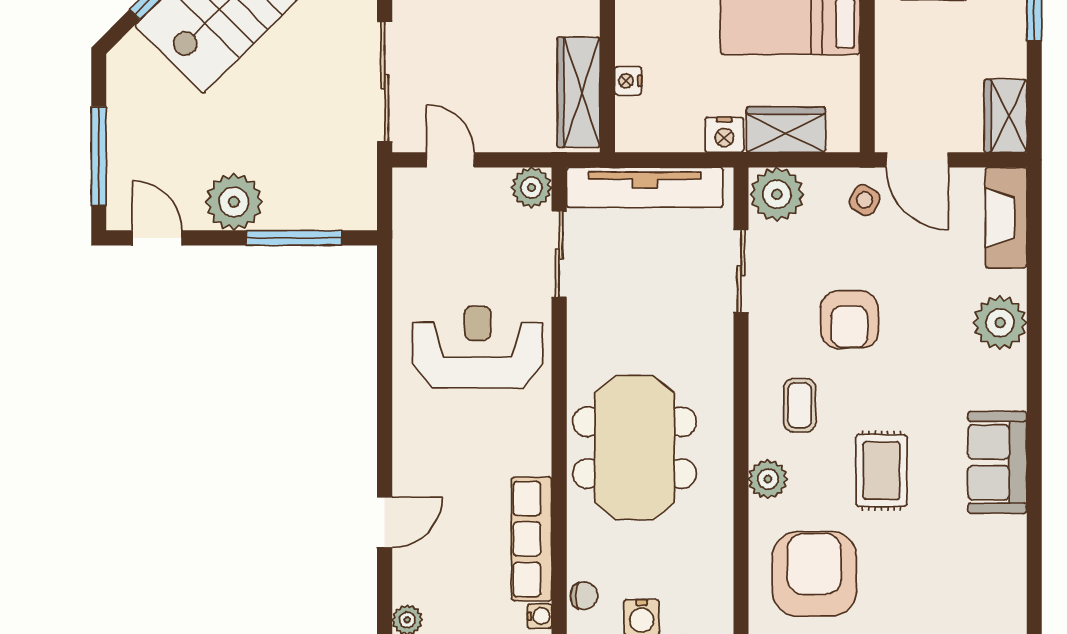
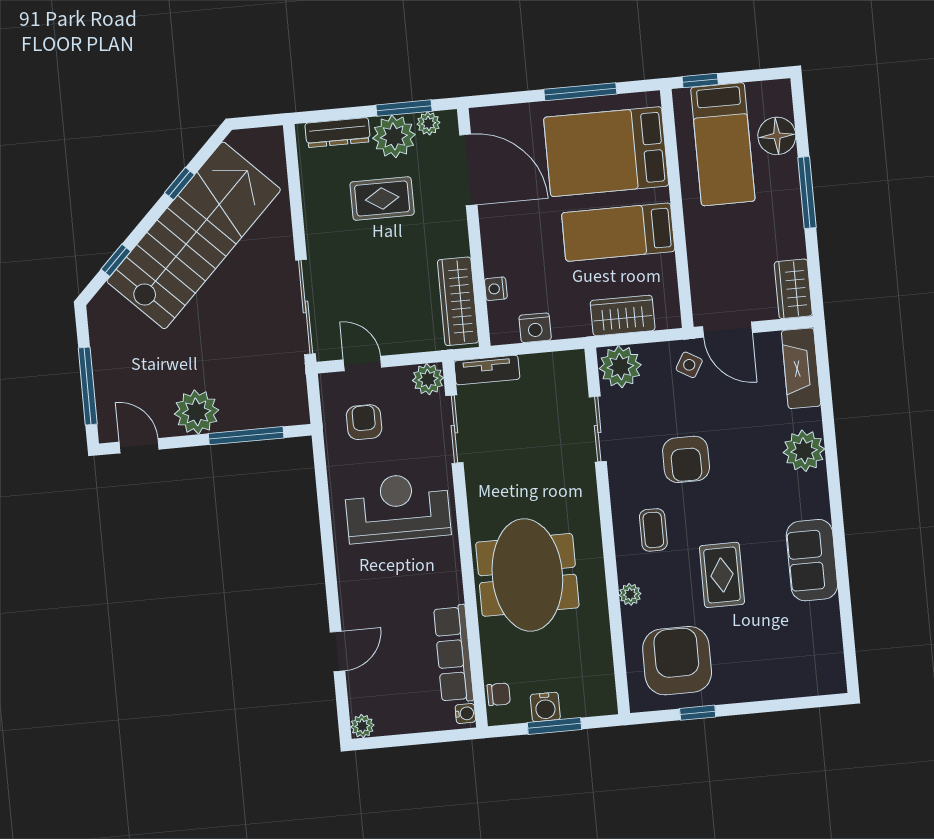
nightstand: (724, 135) -> (535, 328), moved
tv unit: (645, 187) -> (487, 370), width x0.52, depth x0.78
armchair: (445, 234) -> (364, 422), added
plant: (768, 479) -> (630, 594), width x0.73, depth x0.73

